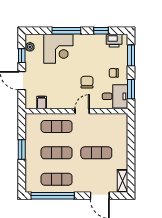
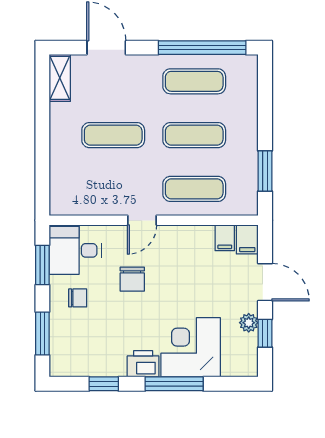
printer: (114, 41) -> (143, 364), moved
plant: (30, 47) -> (249, 323), moved
filing cabinet: (31, 102) -> (247, 239), added
window: (22, 150) -> (265, 171), moved

